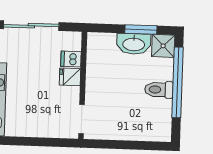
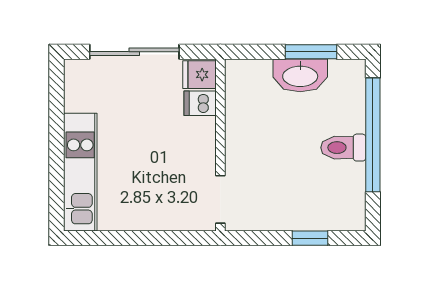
shower: (163, 46) -> (348, 77), removed
fridge: (70, 77) -> (199, 75), moved
window: (136, 145) -> (310, 238), added

